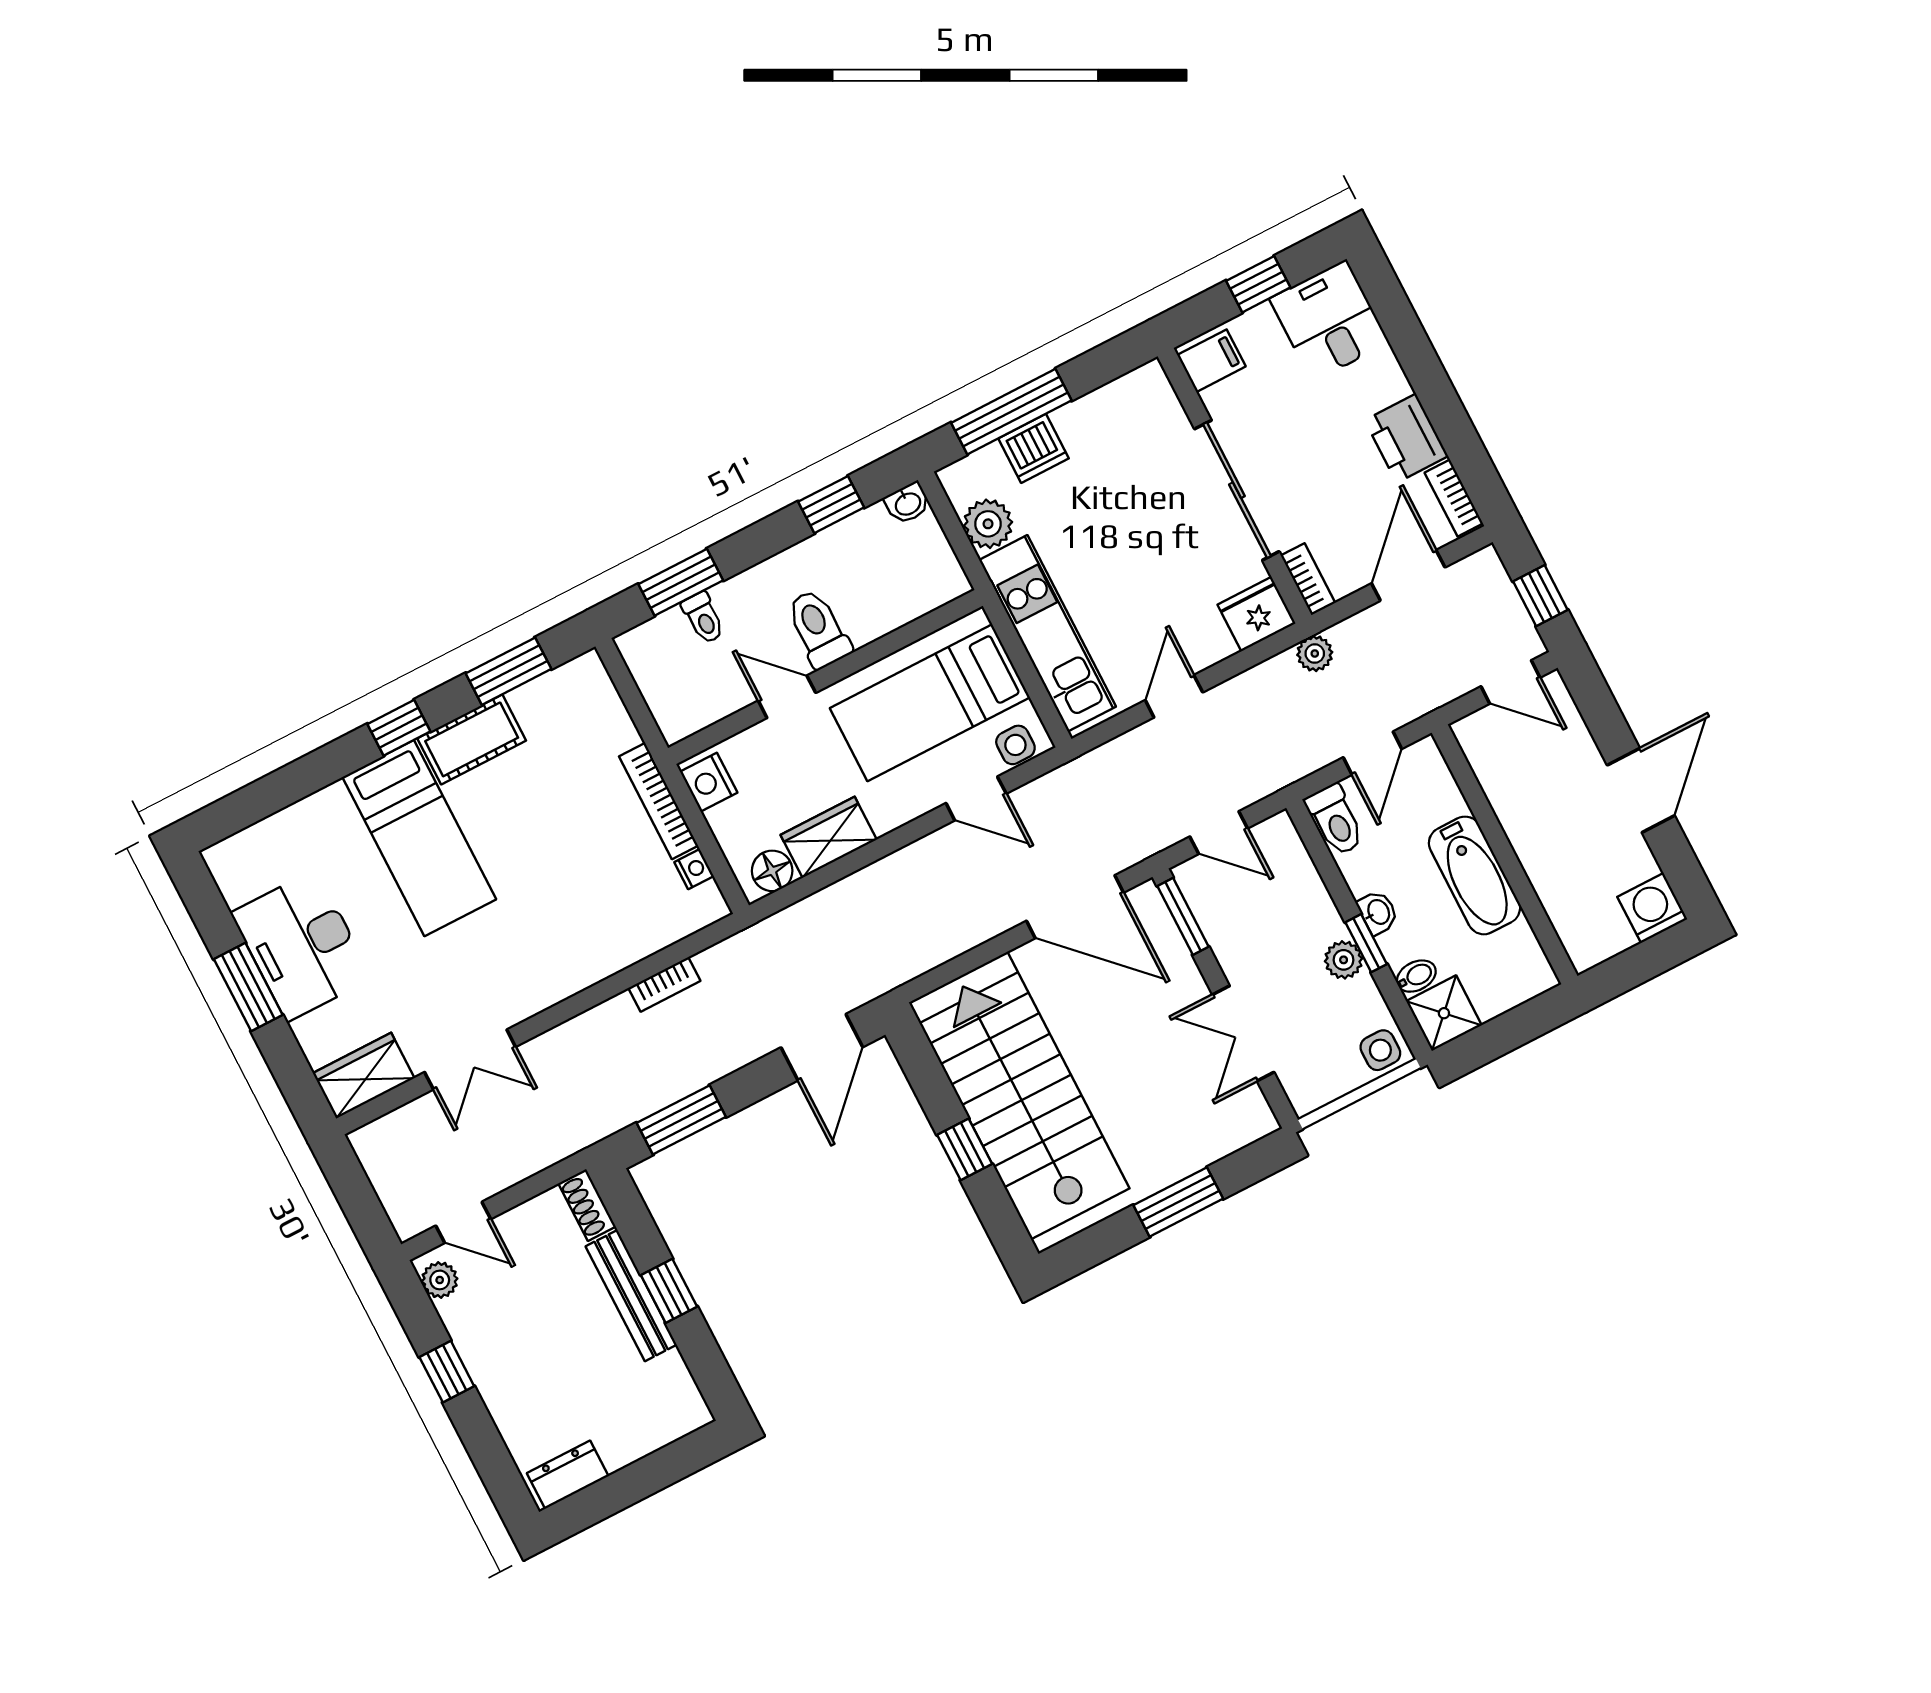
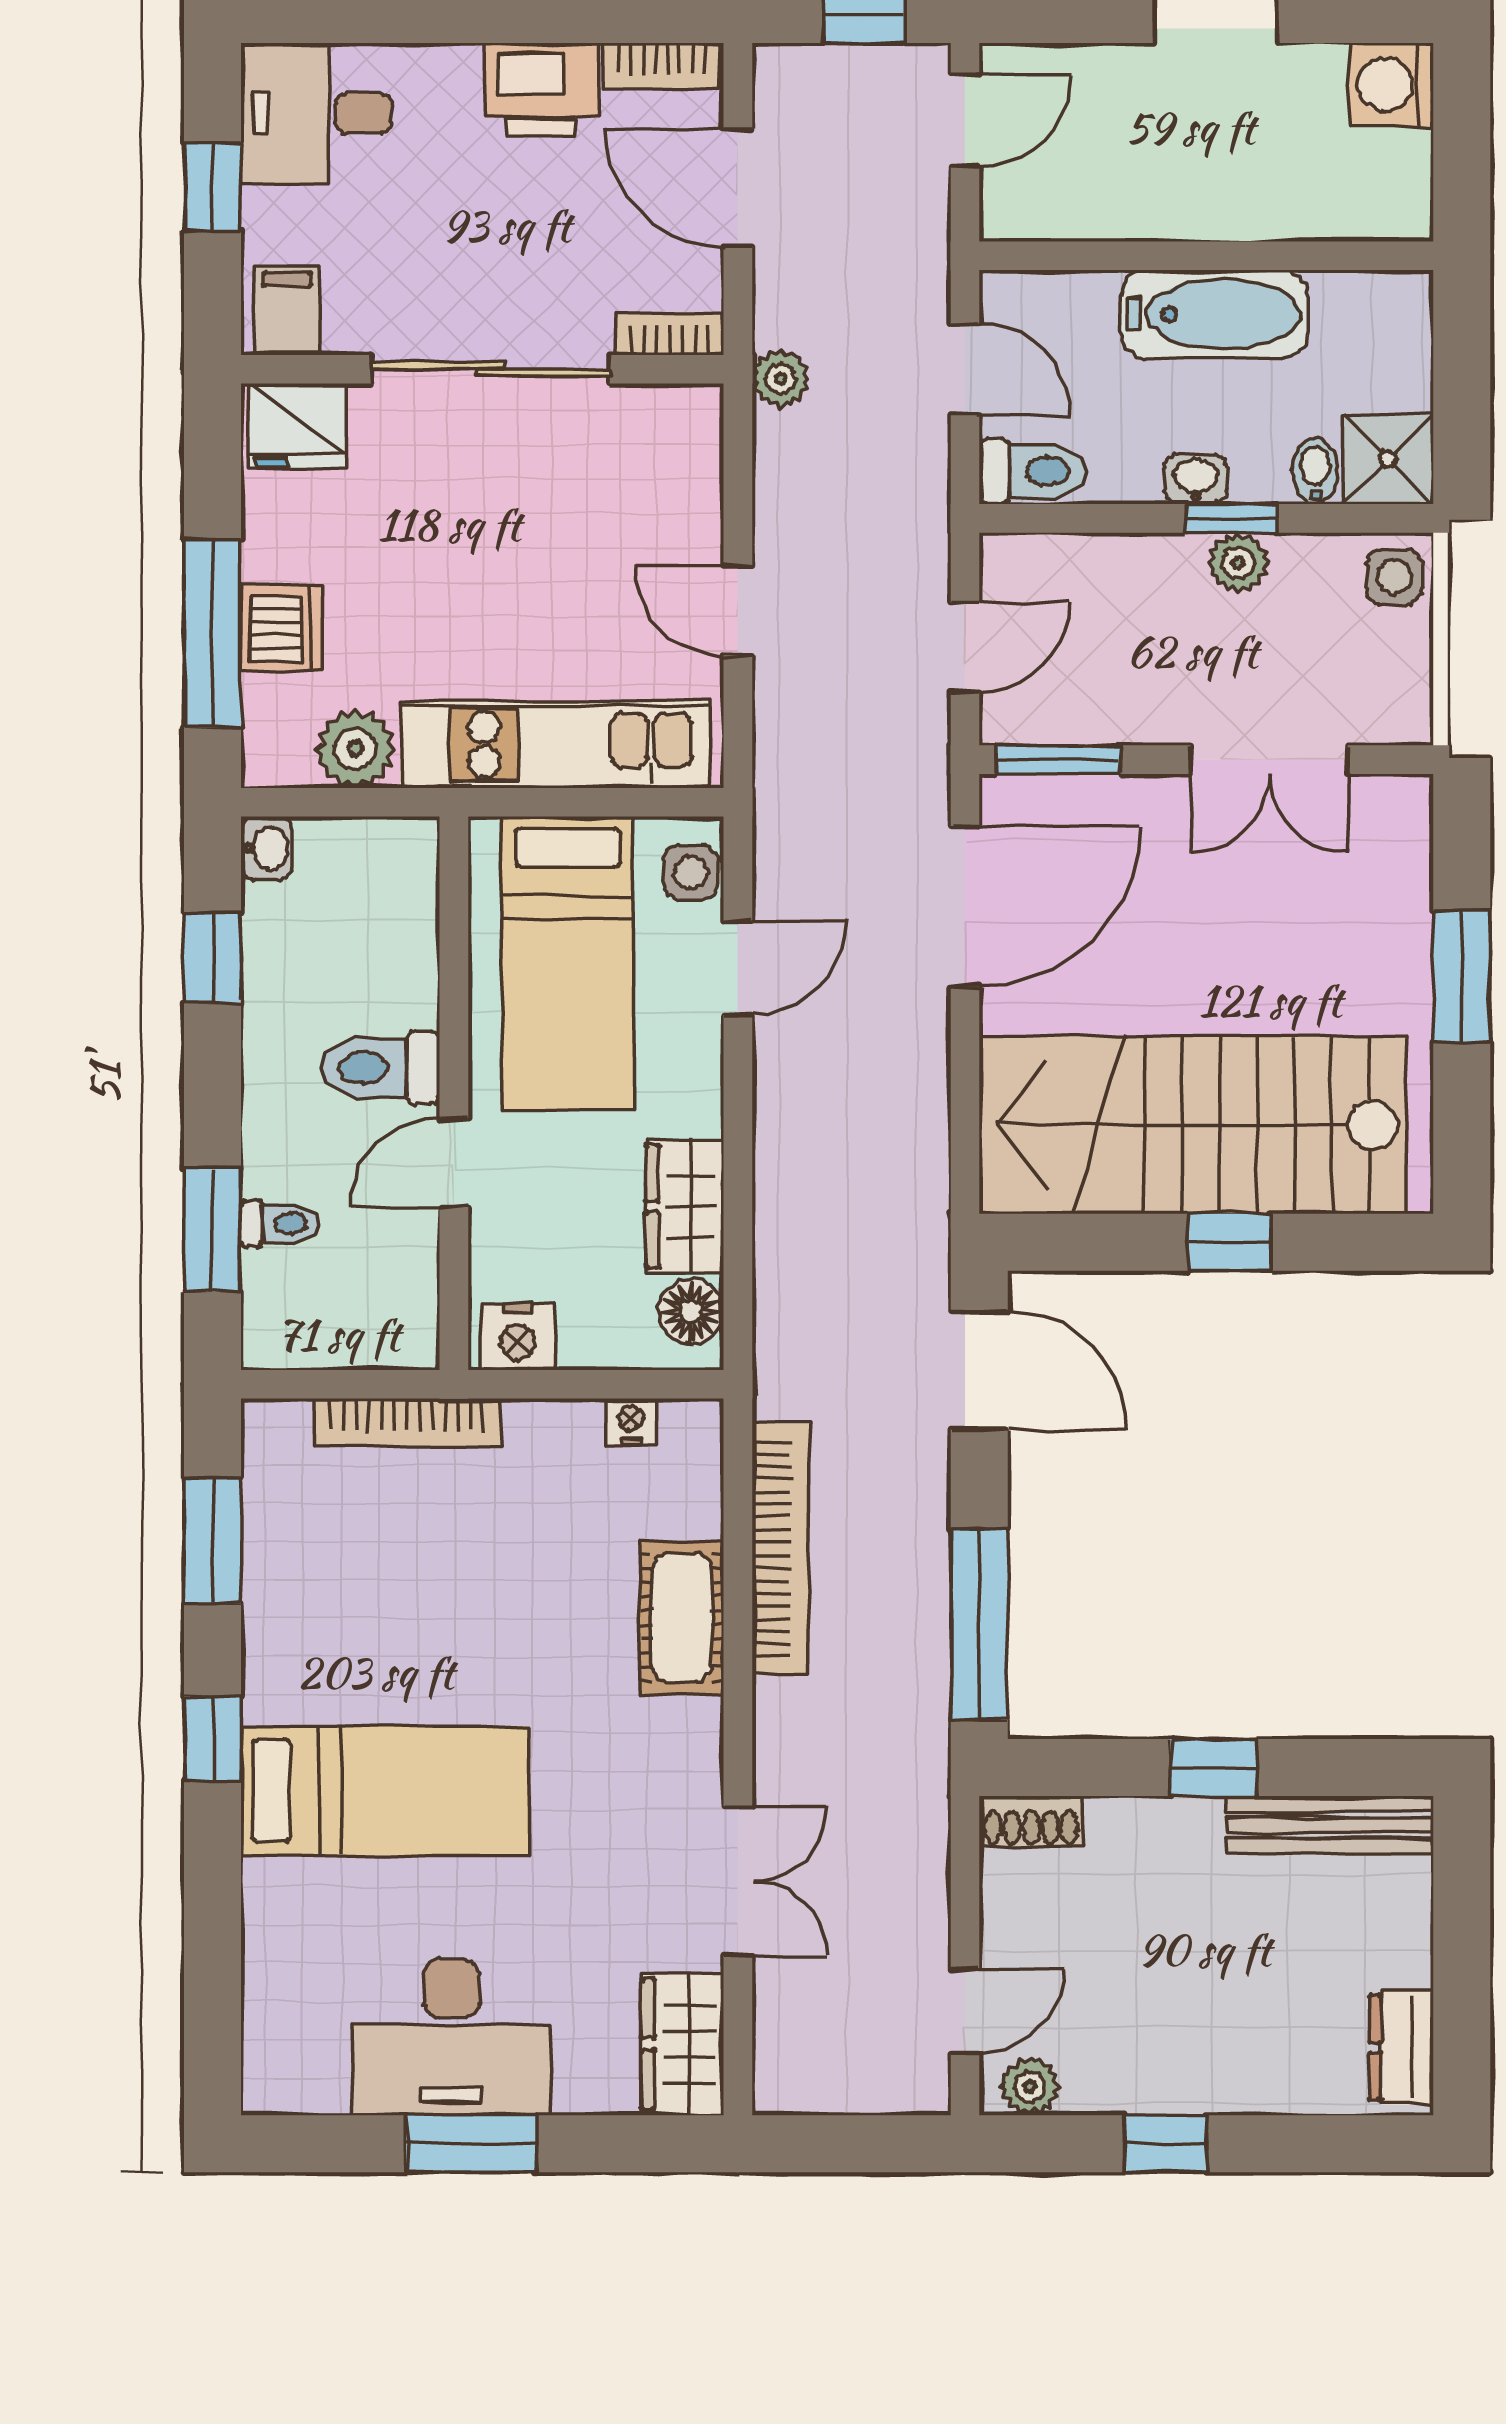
fridge: (1257, 614) -> (297, 426), moved, turned -90
cot: (472, 739) -> (682, 1618), moved
bookcase: (659, 801) -> (407, 1422), moved
bookcase: (664, 984) -> (780, 1549), width x2.31, depth x1.31
window: (681, 1120) -> (979, 1624), width x1.44
bench: (631, 1296) -> (1330, 1825), moved

